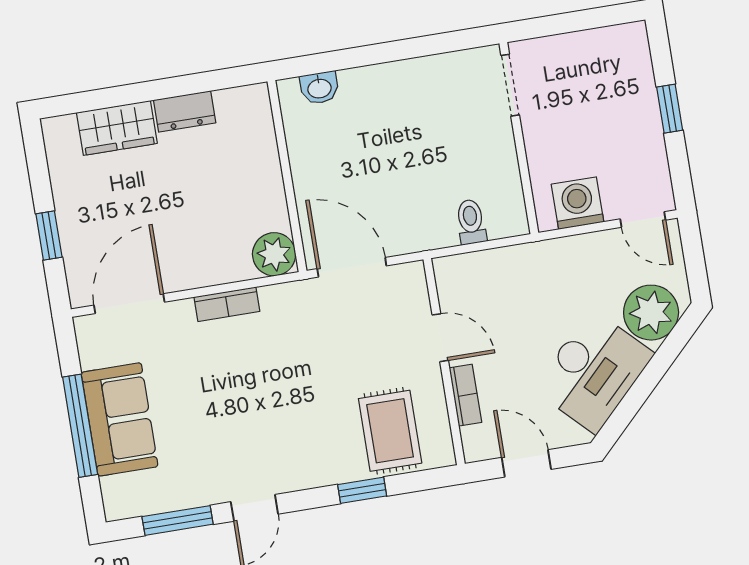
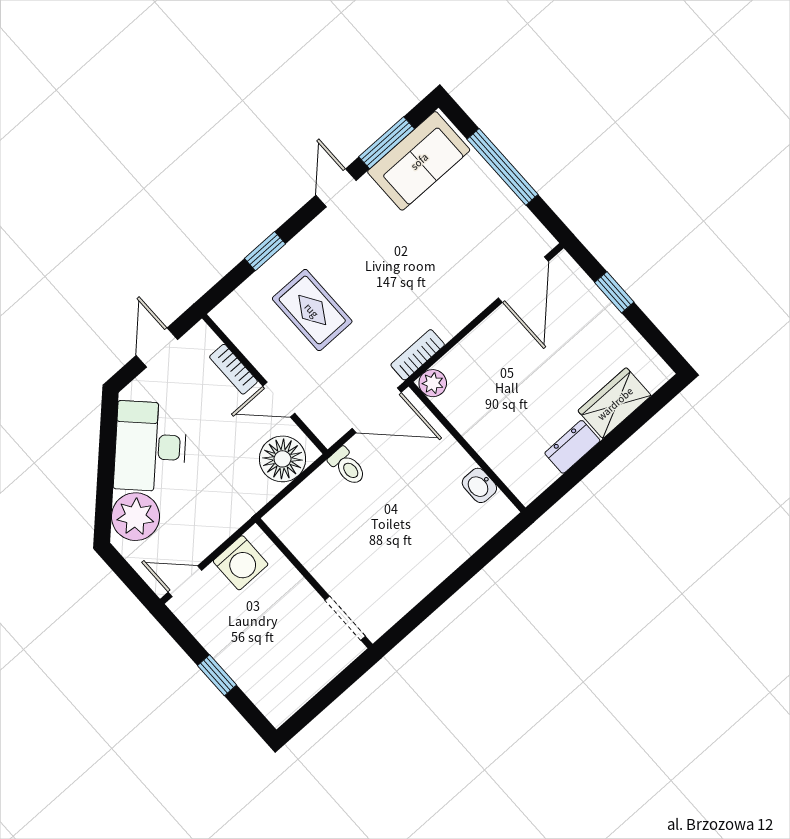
washbasin: (319, 88) -> (479, 485), moved, turned -90
toilet: (471, 222) -> (347, 466), moved
plant: (274, 254) -> (433, 383), width x0.73, depth x0.73
floor lamp: (473, 278) -> (283, 459), added
bookcase: (227, 304) -> (418, 355), moved
sofa: (120, 419) -> (419, 161), moved, turned -90
rug: (390, 431) -> (312, 310), moved
door: (526, 463) -> (157, 348), swing flipped

